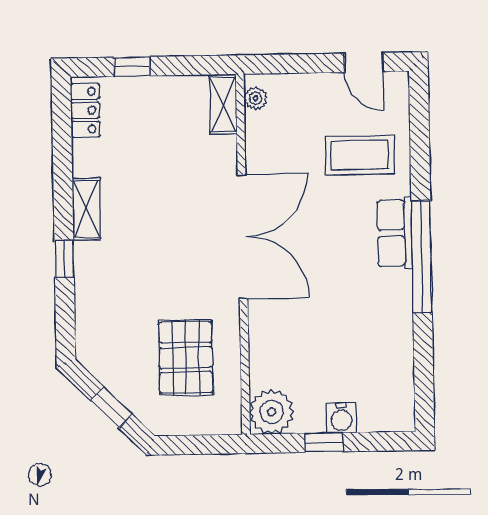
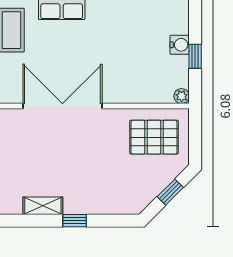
pallet: (186, 357) -> (154, 137), moved
plant: (272, 412) -> (182, 96), width x0.53, depth x0.53

